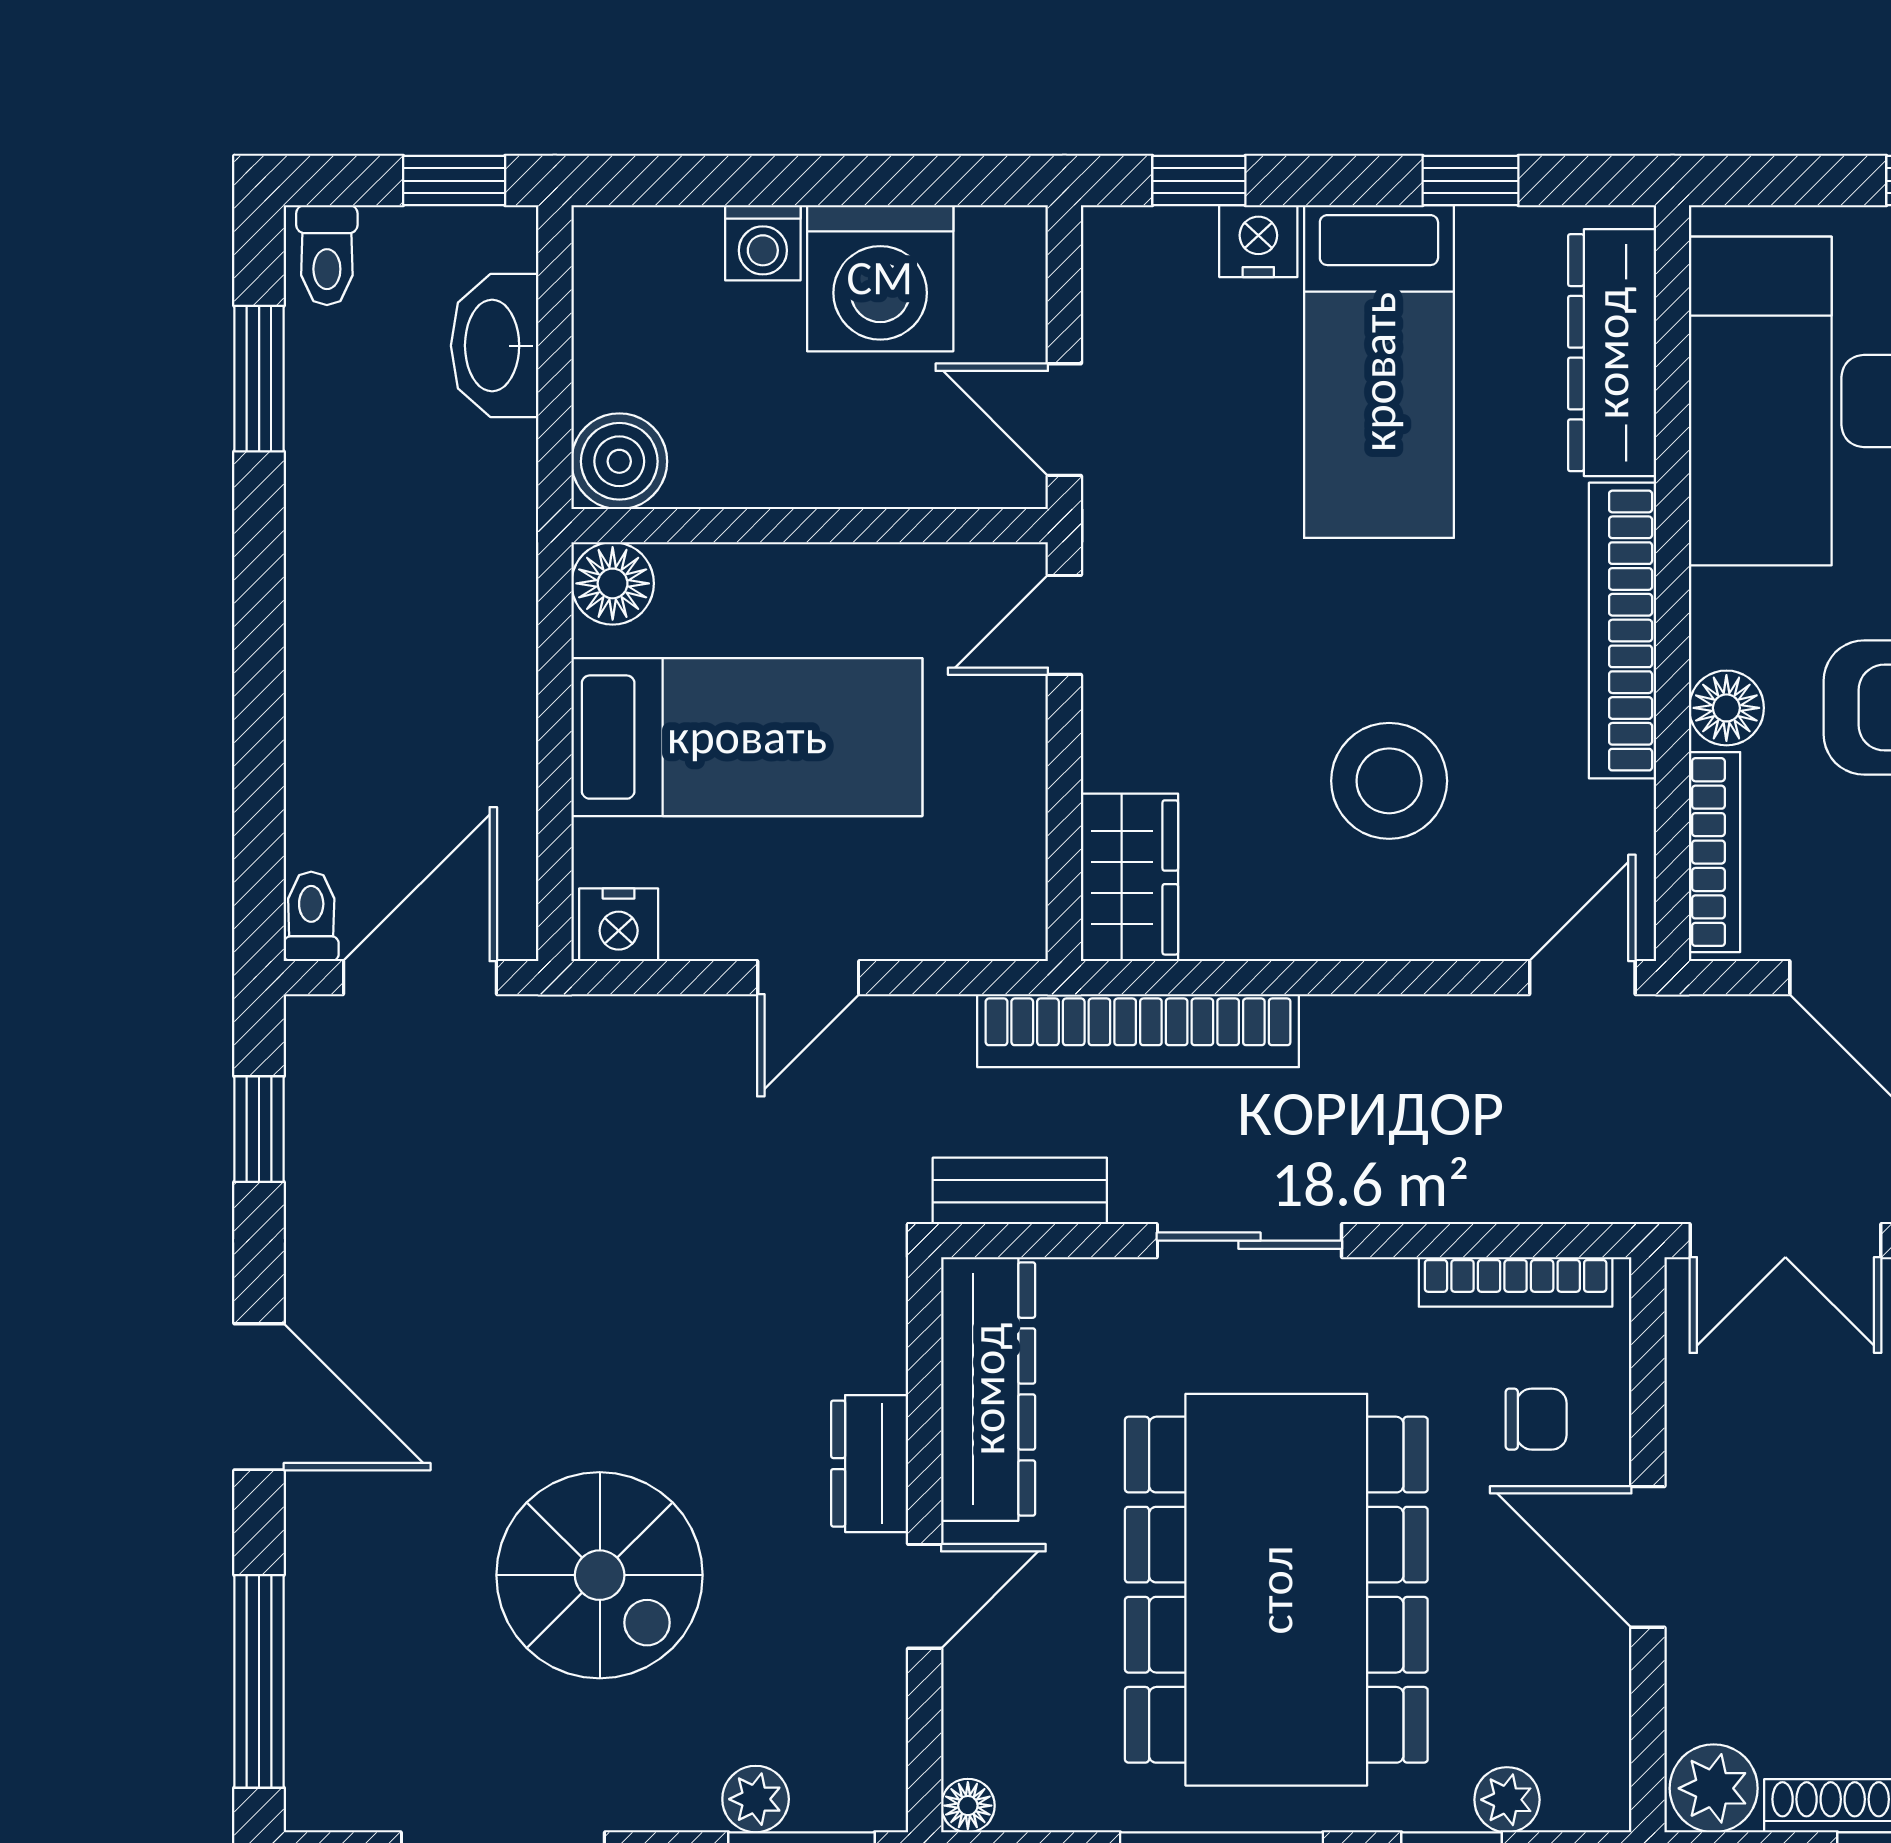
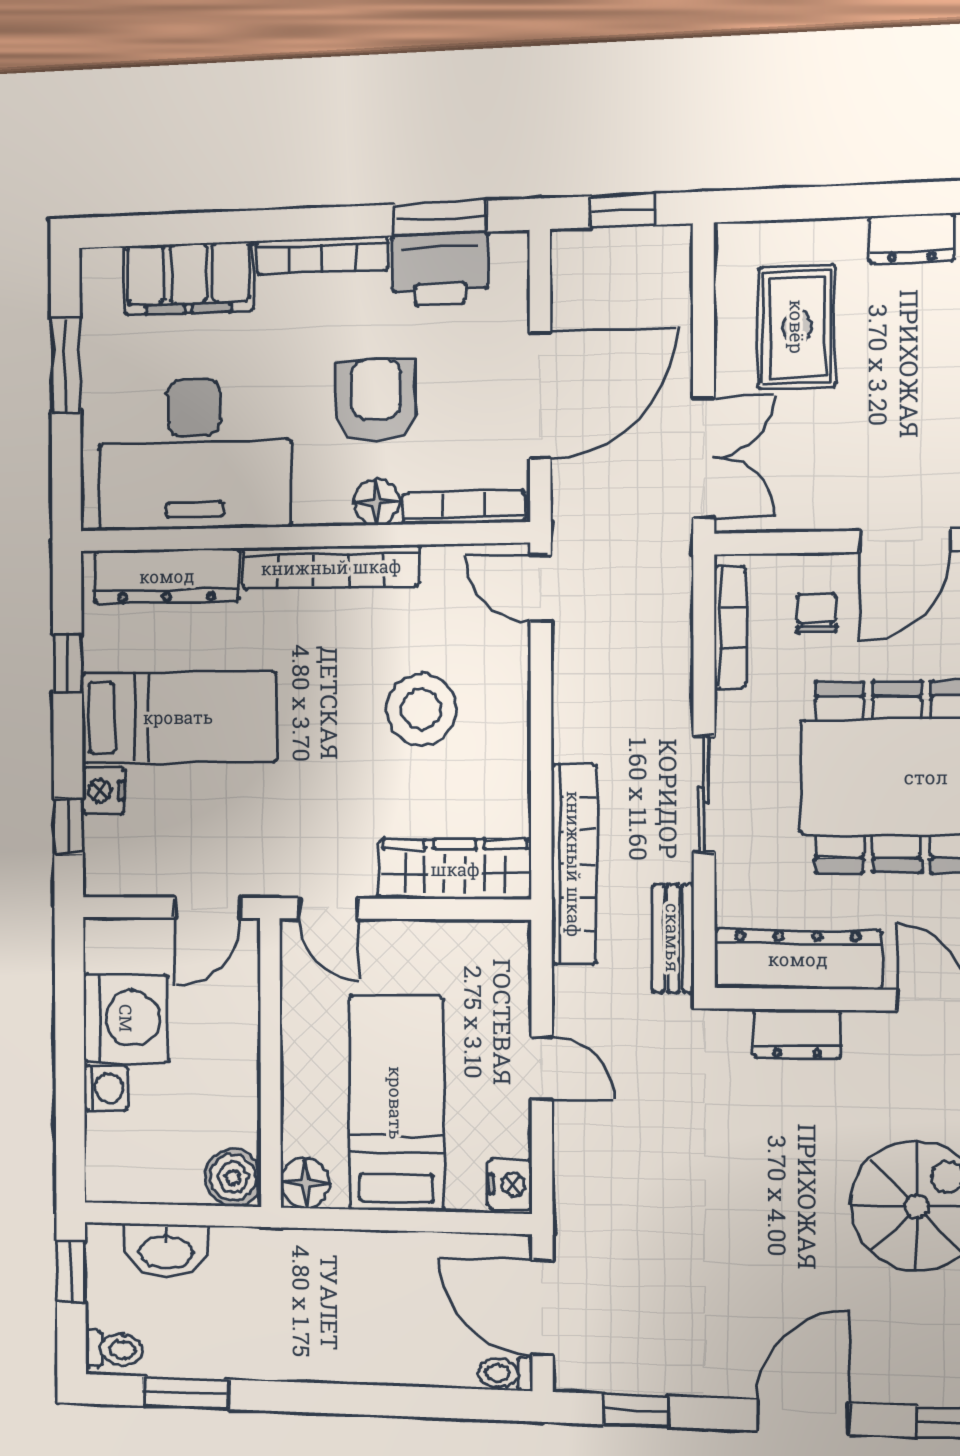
wardrobe: (1129, 877) -> (455, 869), width x1.50
dresser: (870, 1464) -> (797, 1034), moved

